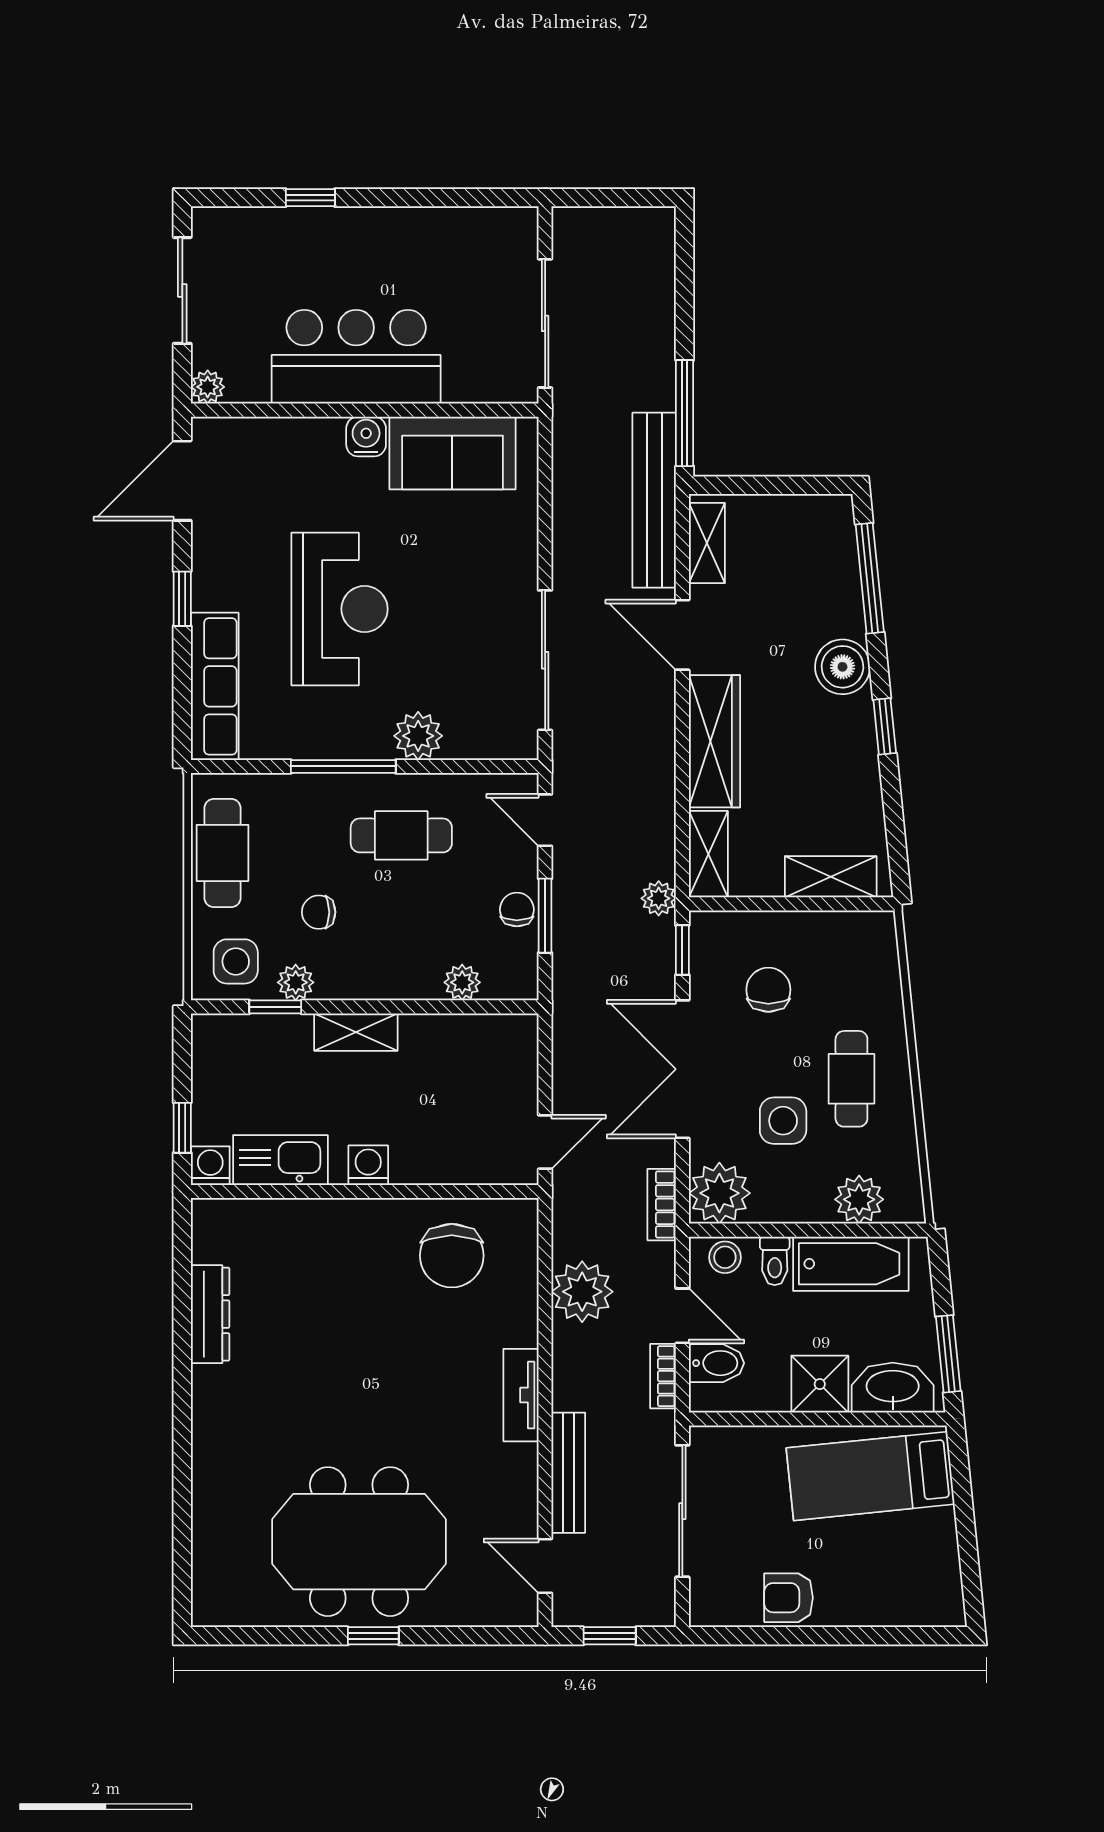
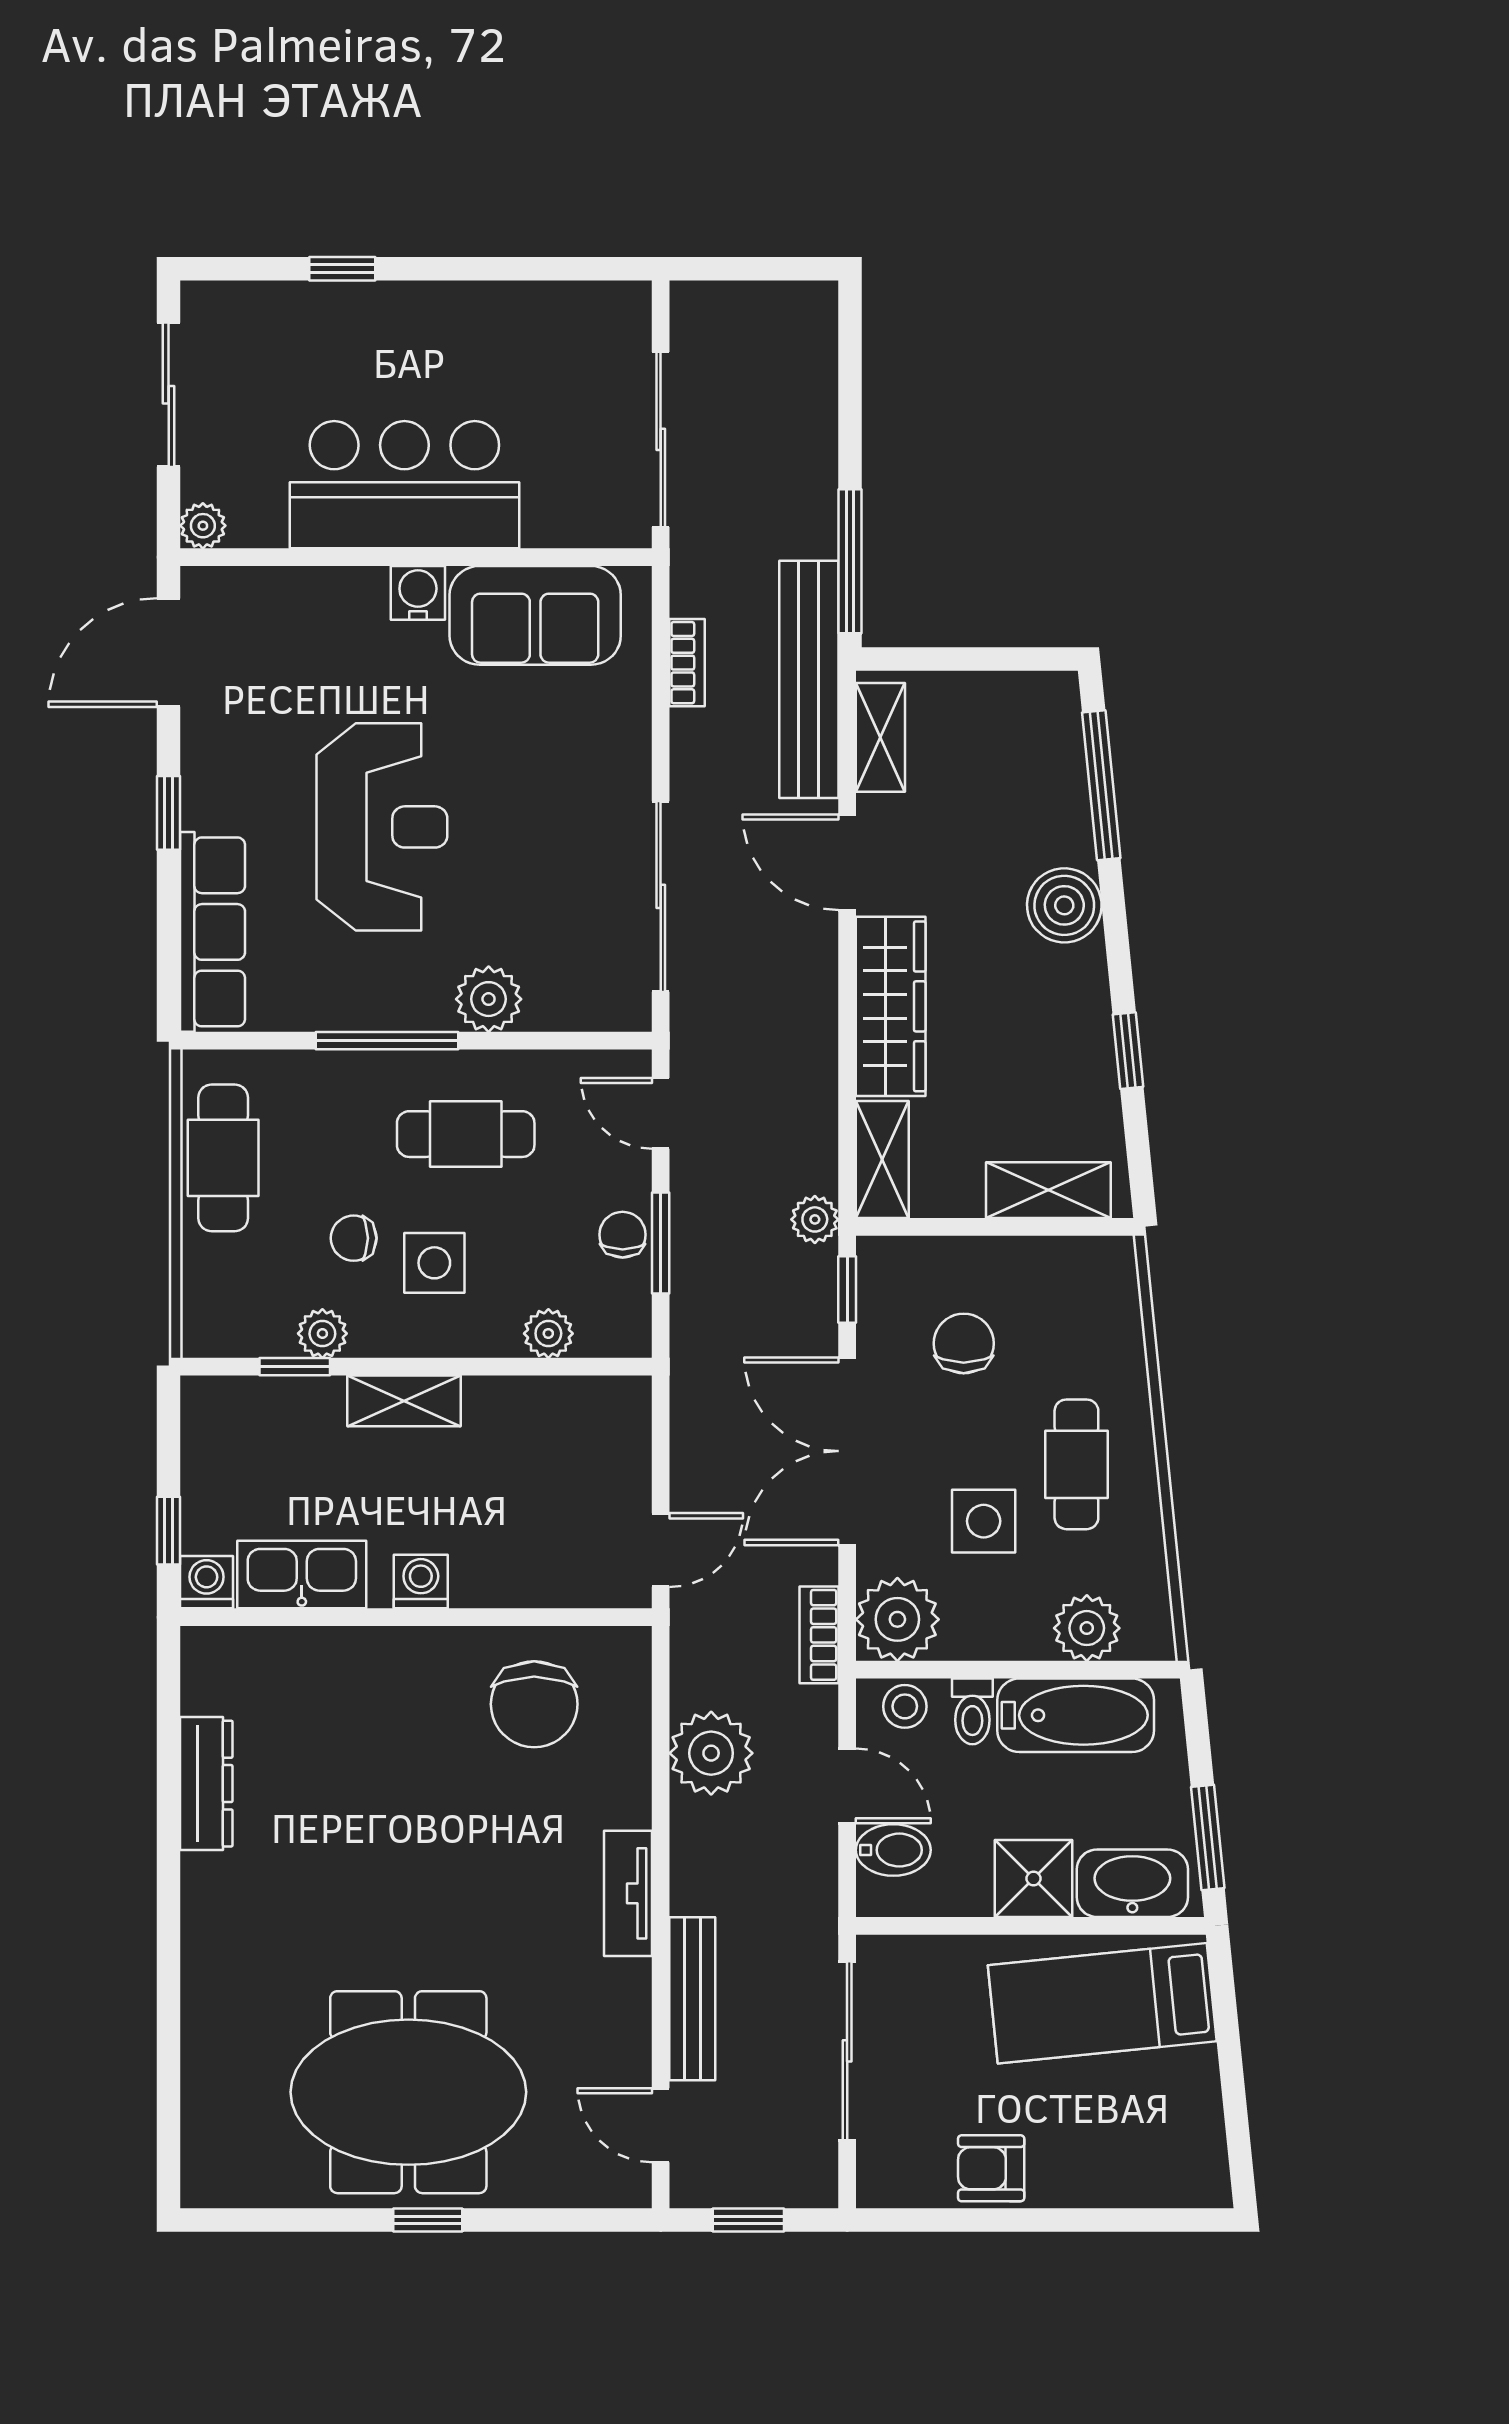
window: (885, 726) -> (1128, 1051), moved
side table: (236, 961) -> (434, 1263), moved
bookcase: (663, 1376) -> (687, 663), moved, turned 180

